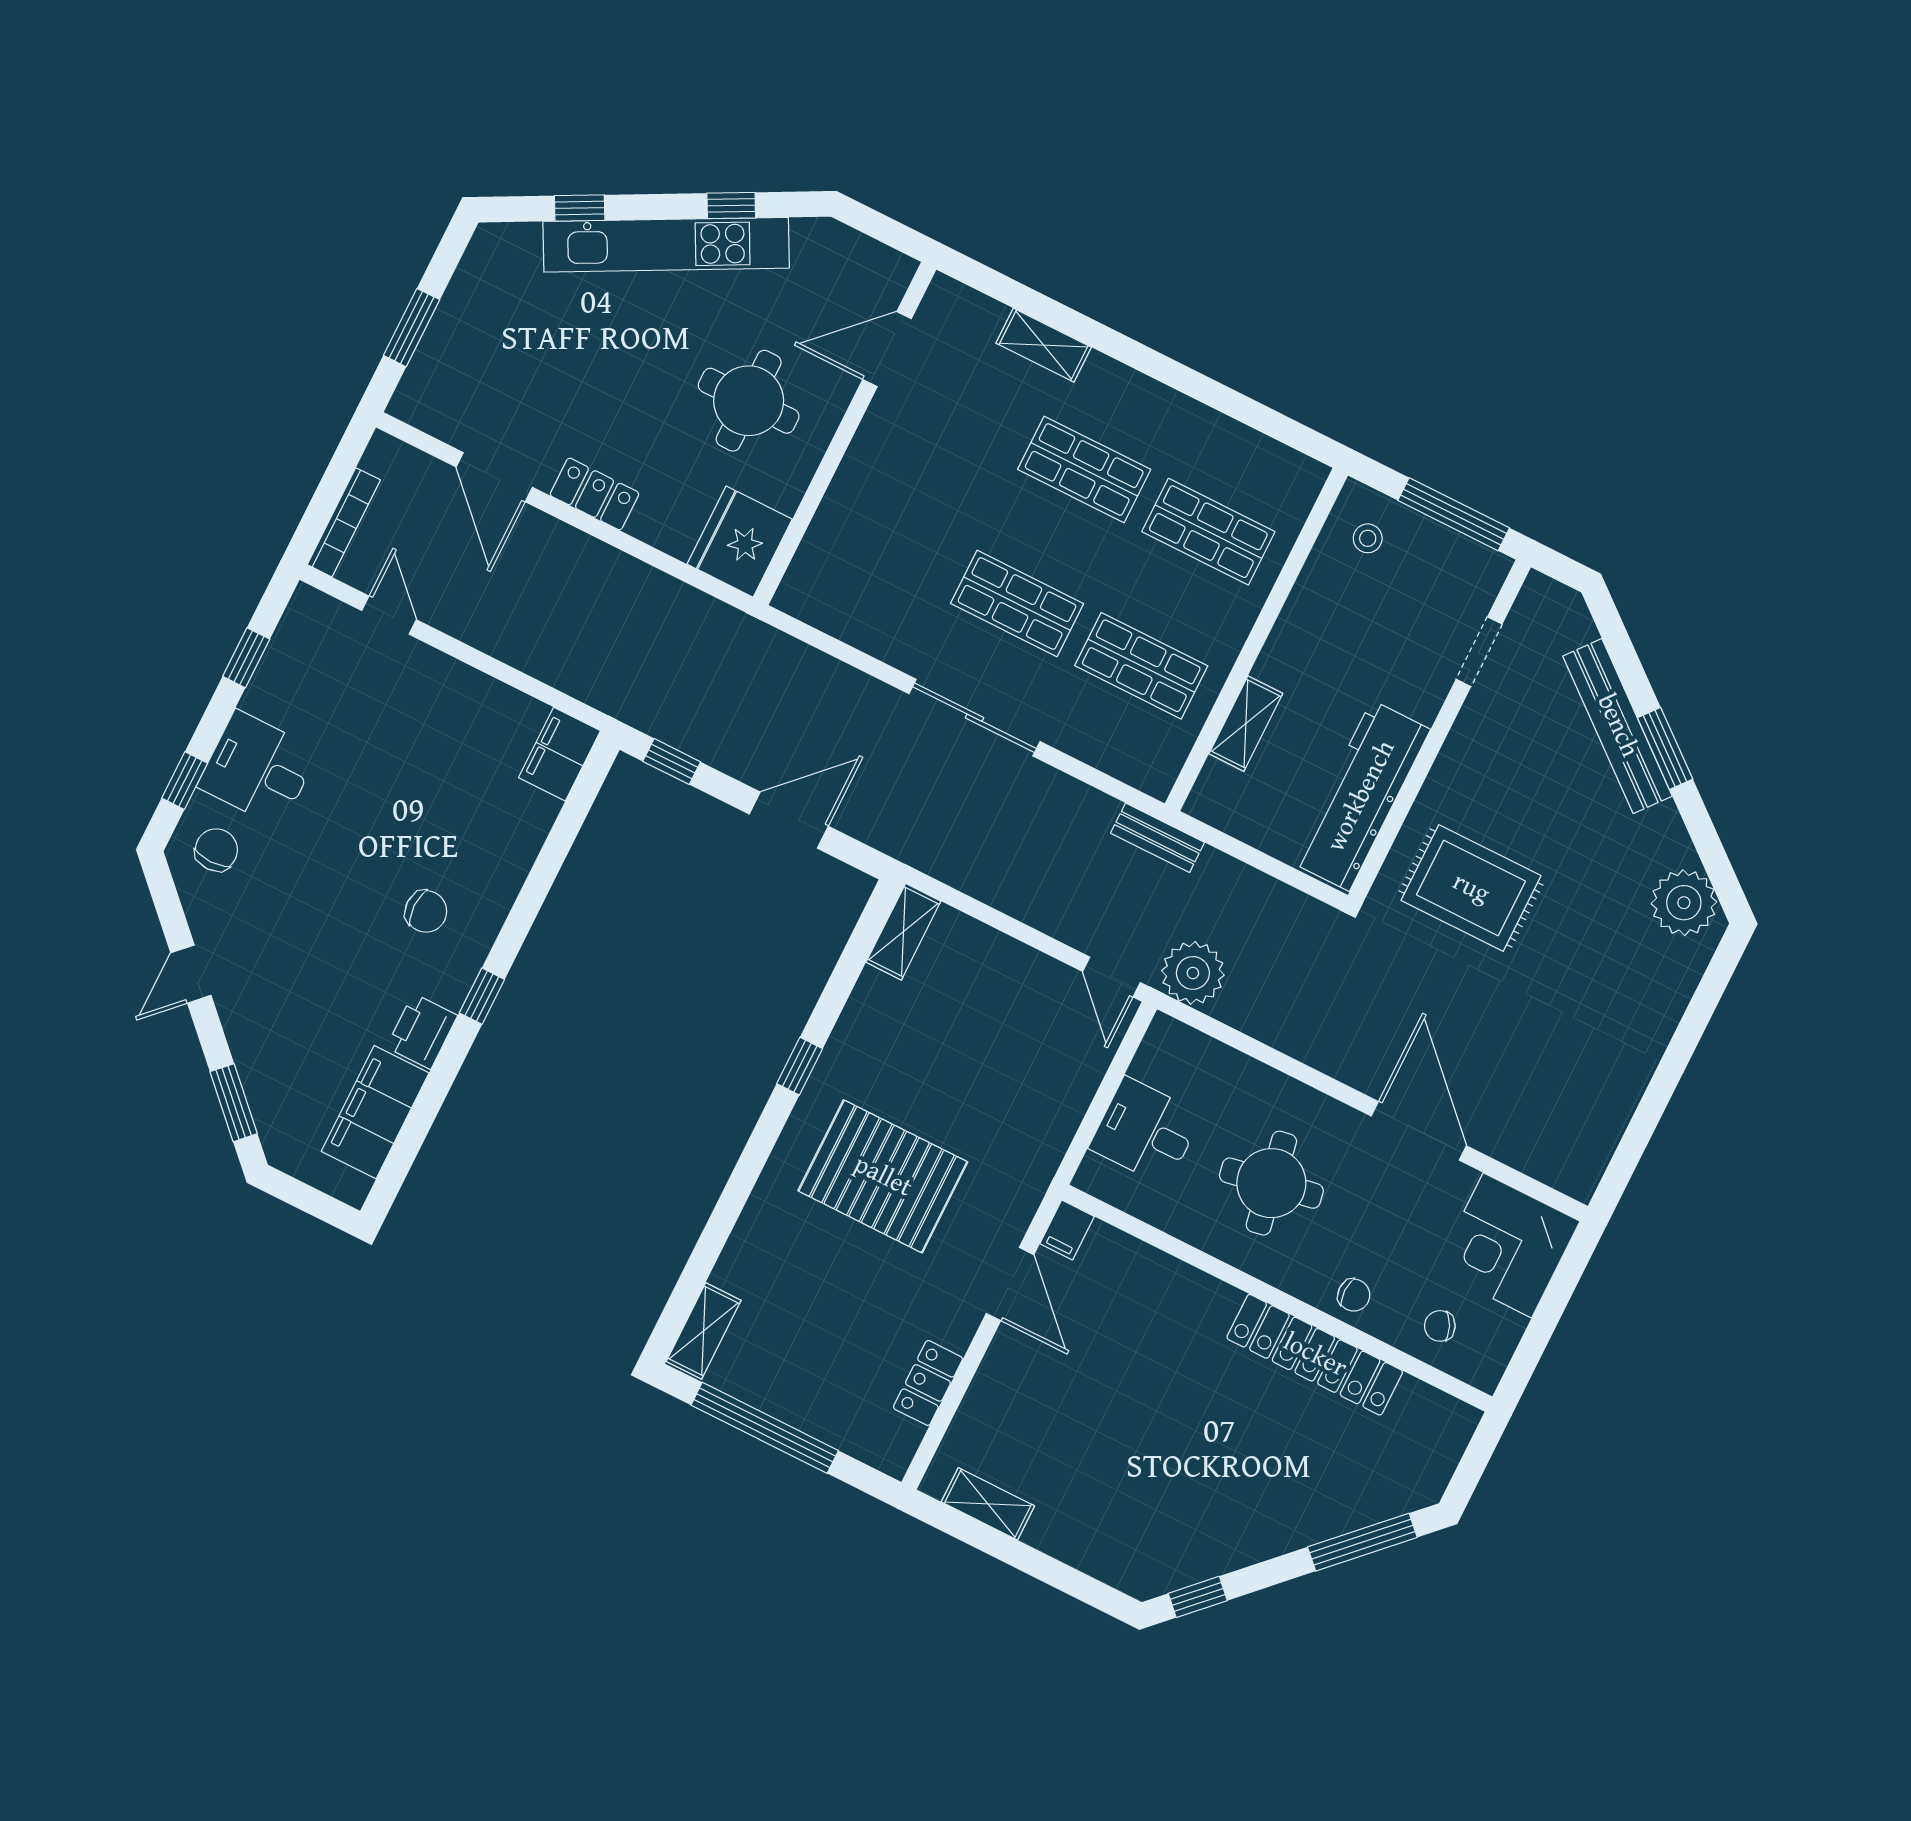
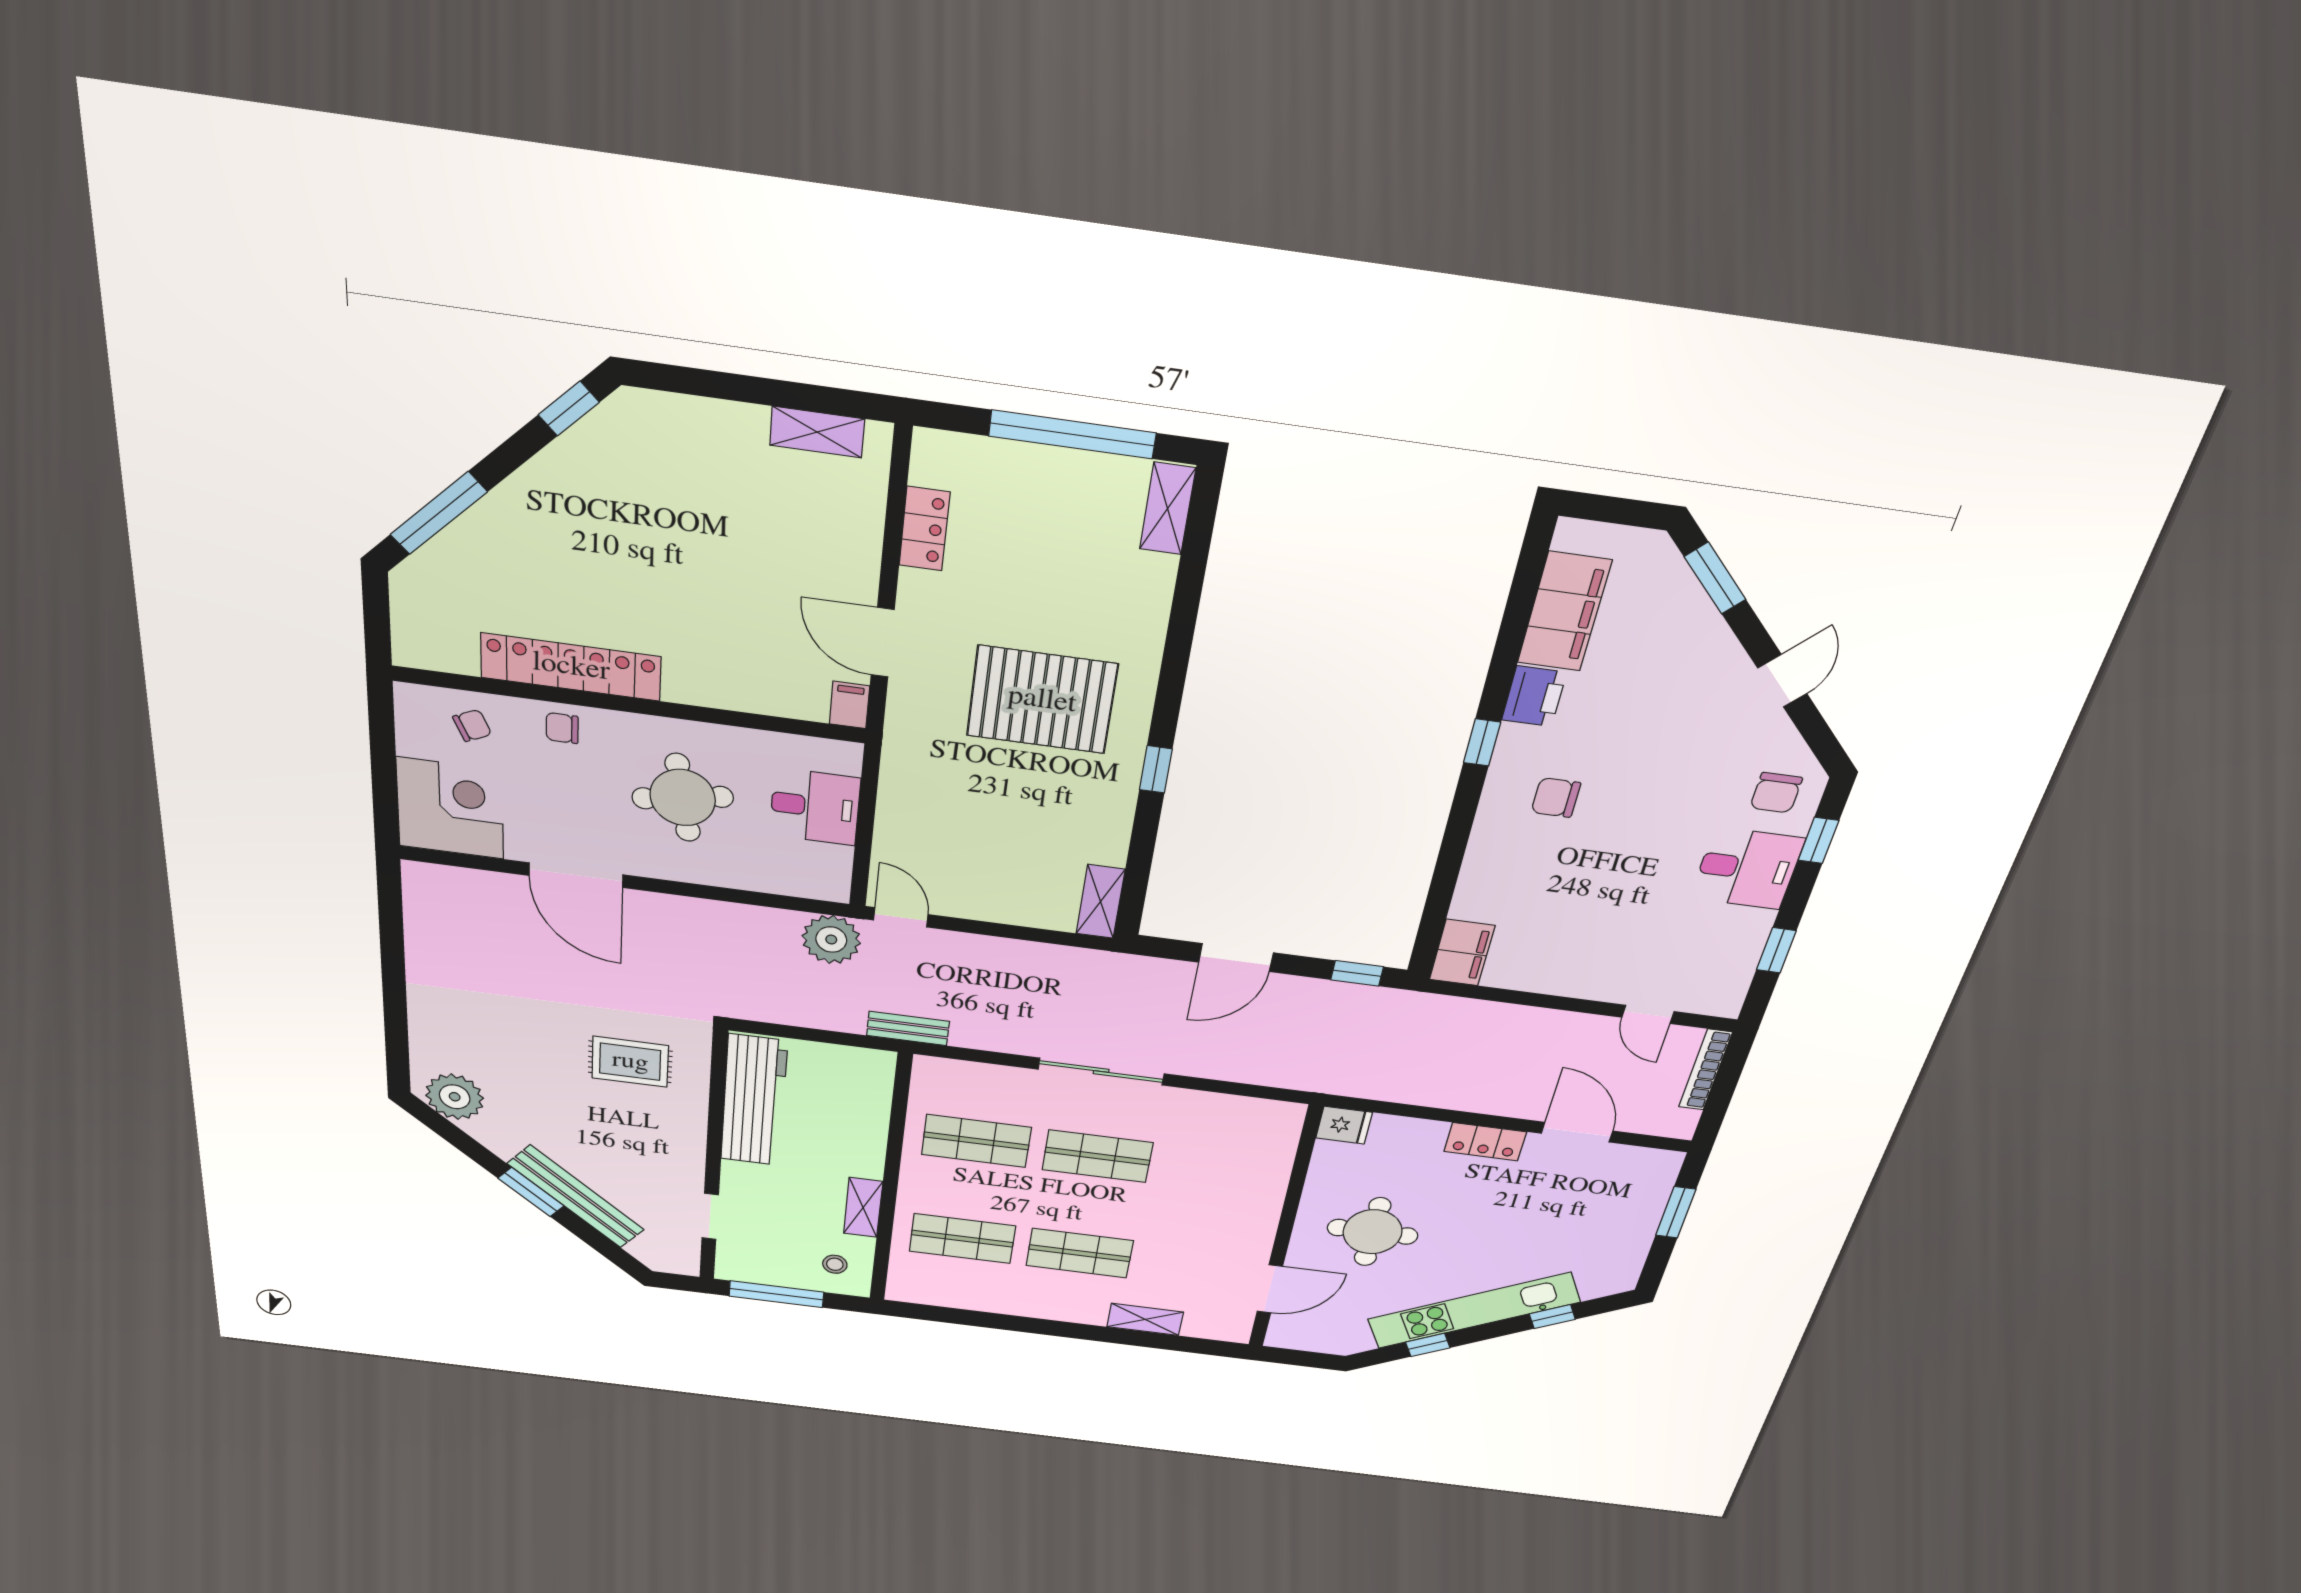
fridge: (740, 542) -> (1344, 1125), width x0.53, depth x0.75
shelving: (1246, 724) -> (863, 1207), moved
rug: (1471, 888) -> (630, 1062), width x0.73, depth x0.70

